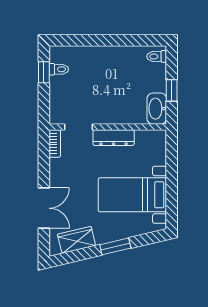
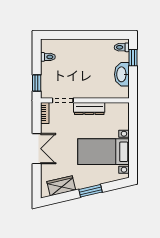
window: (44, 72) -> (37, 83), moved
window: (172, 90) -> (133, 58), moved
washbasin: (157, 109) -> (122, 74), moved
double door: (44, 208) -> (37, 149), moved

